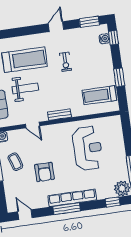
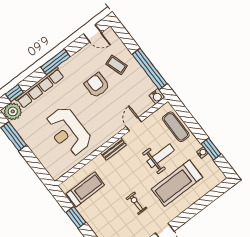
weight bench: (25, 88) -> (161, 156), turned 180
door: (33, 125) -> (134, 124), hinge flipped
coffee table: (15, 162) -> (117, 65), moved
row of seats: (72, 198) -> (40, 88), moved

